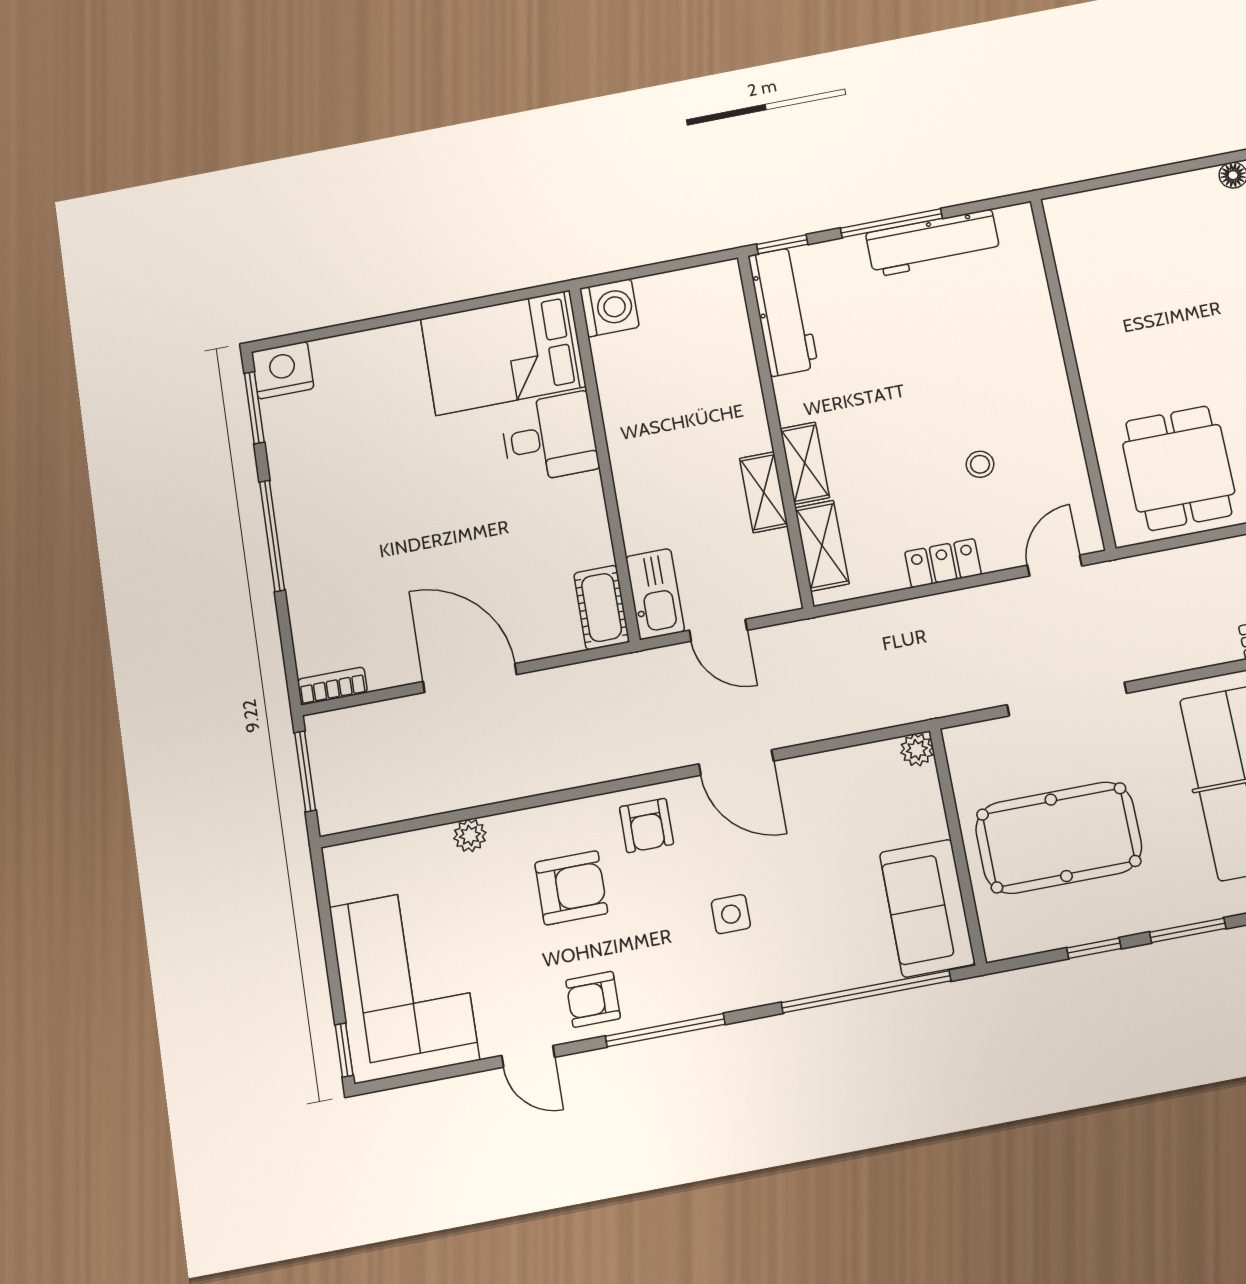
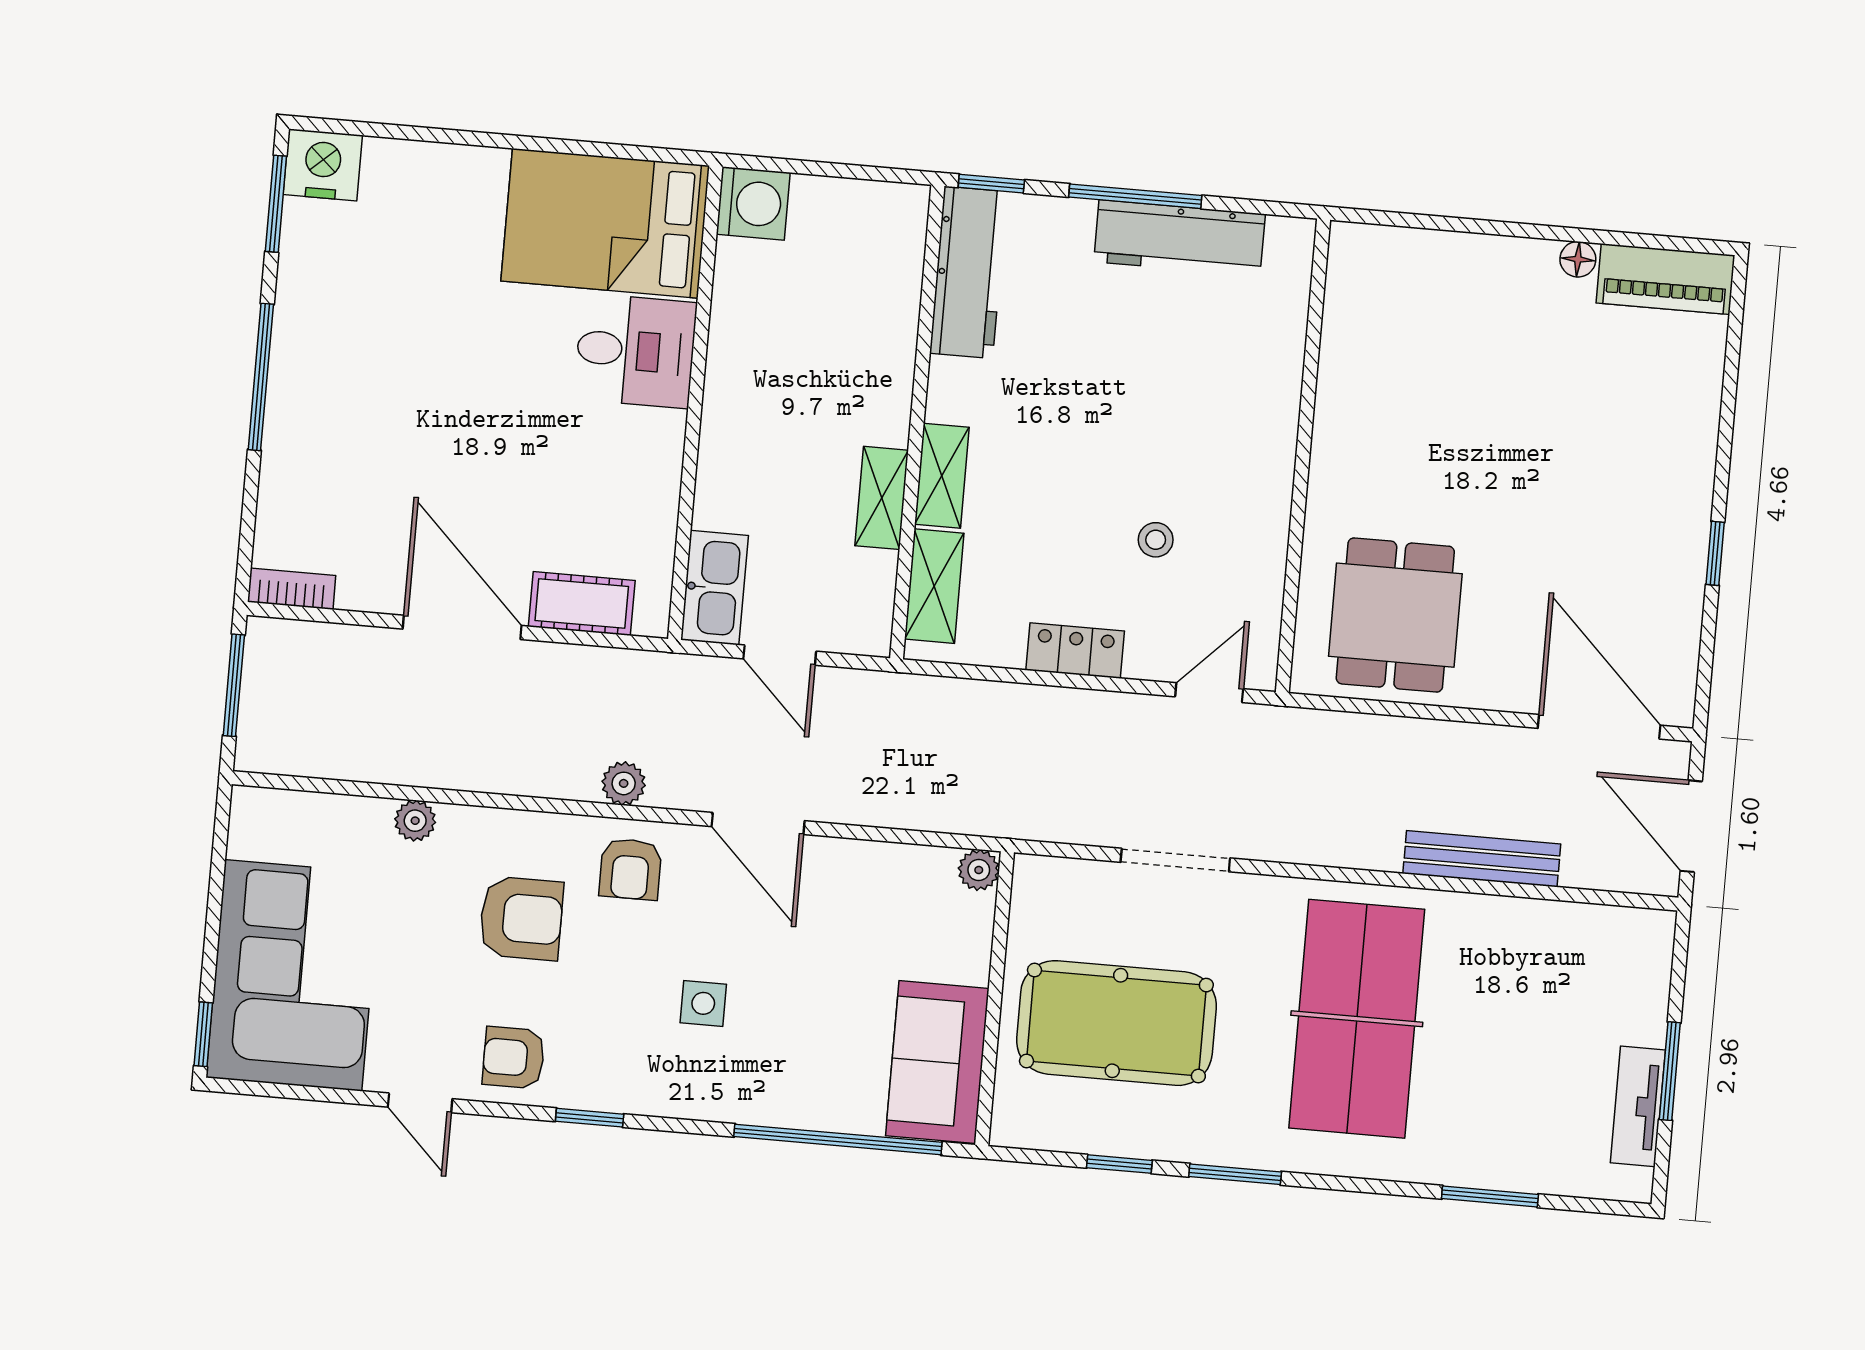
cot: (602, 607) -> (582, 603), moved, turned 90
doorway: (1067, 699) -> (1175, 860), width x0.73
plant: (624, 761) -> (624, 783), added
window: (665, 1030) -> (590, 1118), width x0.46

